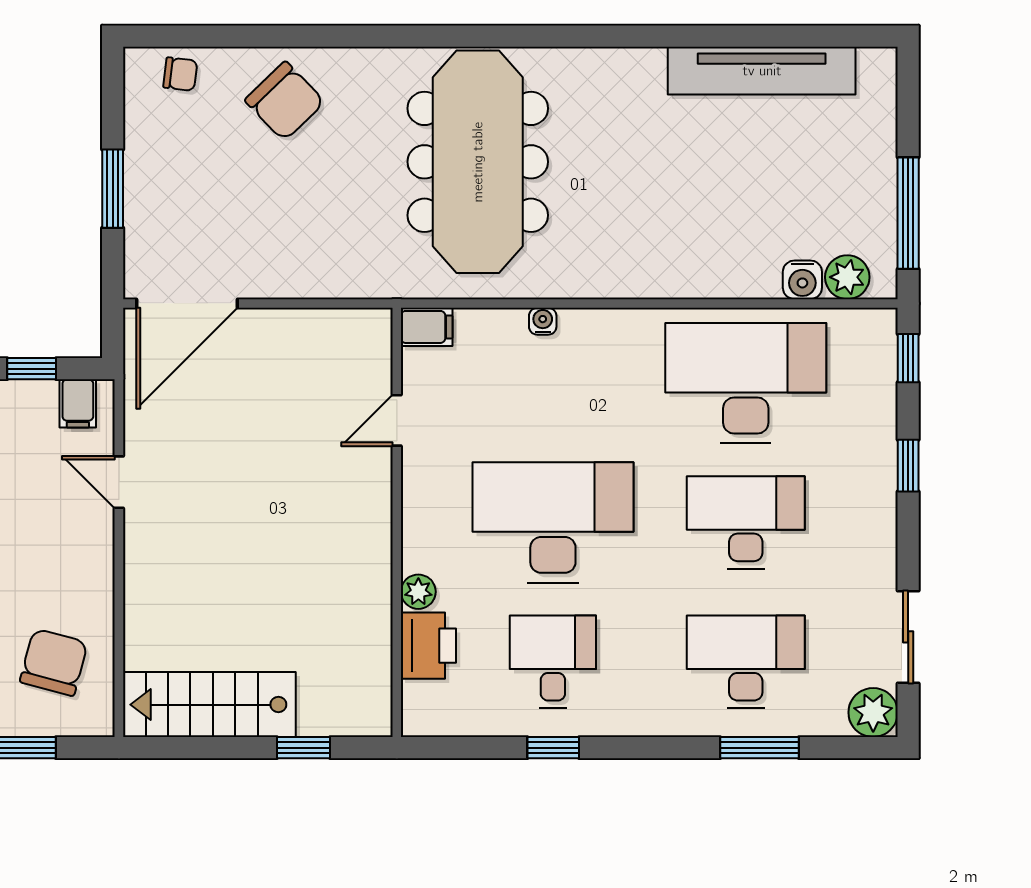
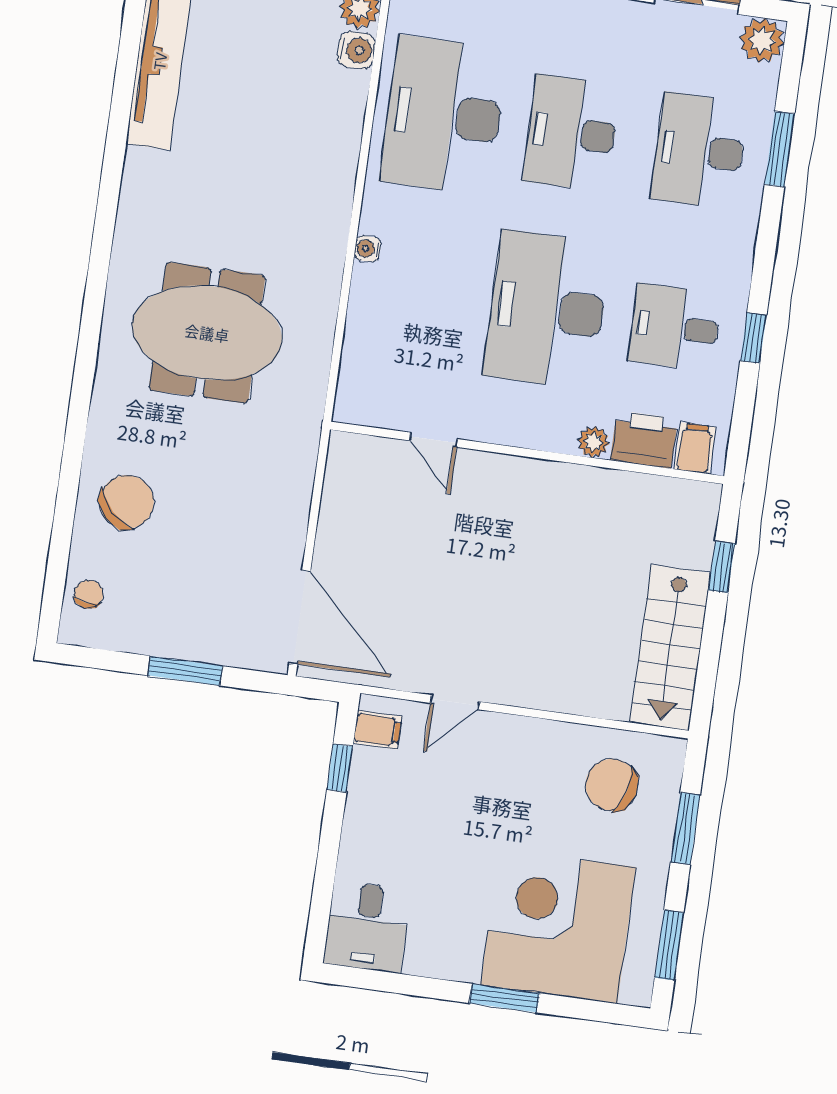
meeting table: (478, 162) -> (207, 333), width x0.73
water cooler: (543, 321) -> (368, 249), moved
filing cabinet: (427, 327) -> (695, 448), moved

